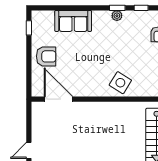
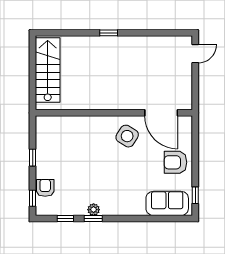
sofa: (73, 21) -> (167, 203), moved
side table: (120, 83) -> (127, 136), moved

